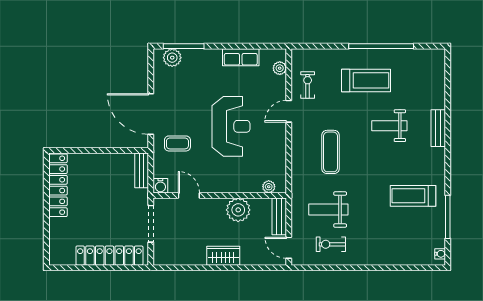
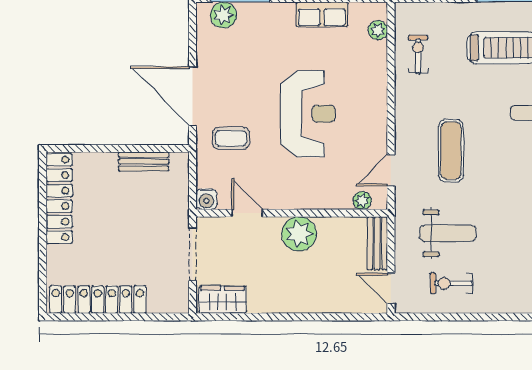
door: (289, 111) -> (391, 170), moved
bench: (142, 170) -> (144, 162), moved, turned 90
plant: (238, 210) -> (299, 234), moved
weight bench: (328, 210) -> (448, 233), turned 180
locker: (109, 256) -> (98, 300), moved
wardrobe: (223, 256) -> (222, 300), moved

